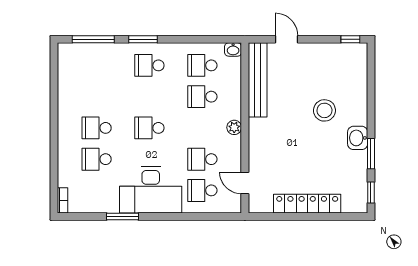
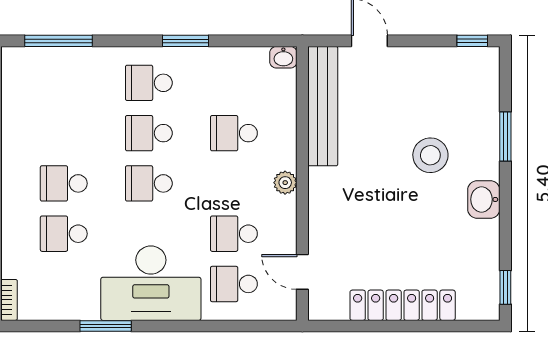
window: (143, 39) -> (185, 41), moved
school desk: (202, 65) -> (149, 133), moved
window: (371, 154) -> (505, 137), moved

